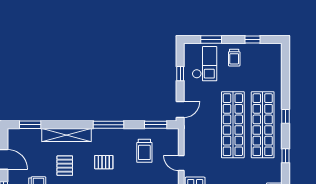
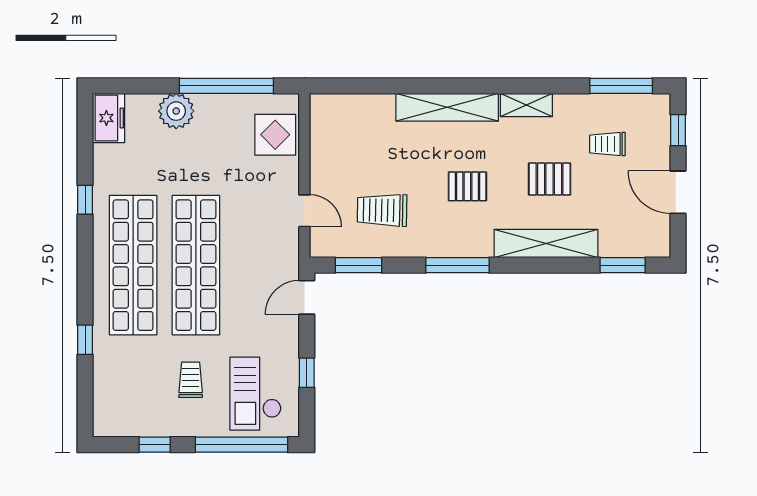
window: (211, 39) -> (242, 445), width x2.11
trolley: (234, 58) -> (191, 380), moved
window: (286, 116) -> (85, 340), moved
trolley: (144, 151) -> (382, 210), turned -89
door: (181, 163) -> (304, 211), moved
pallet: (65, 166) -> (550, 179), turned 90

